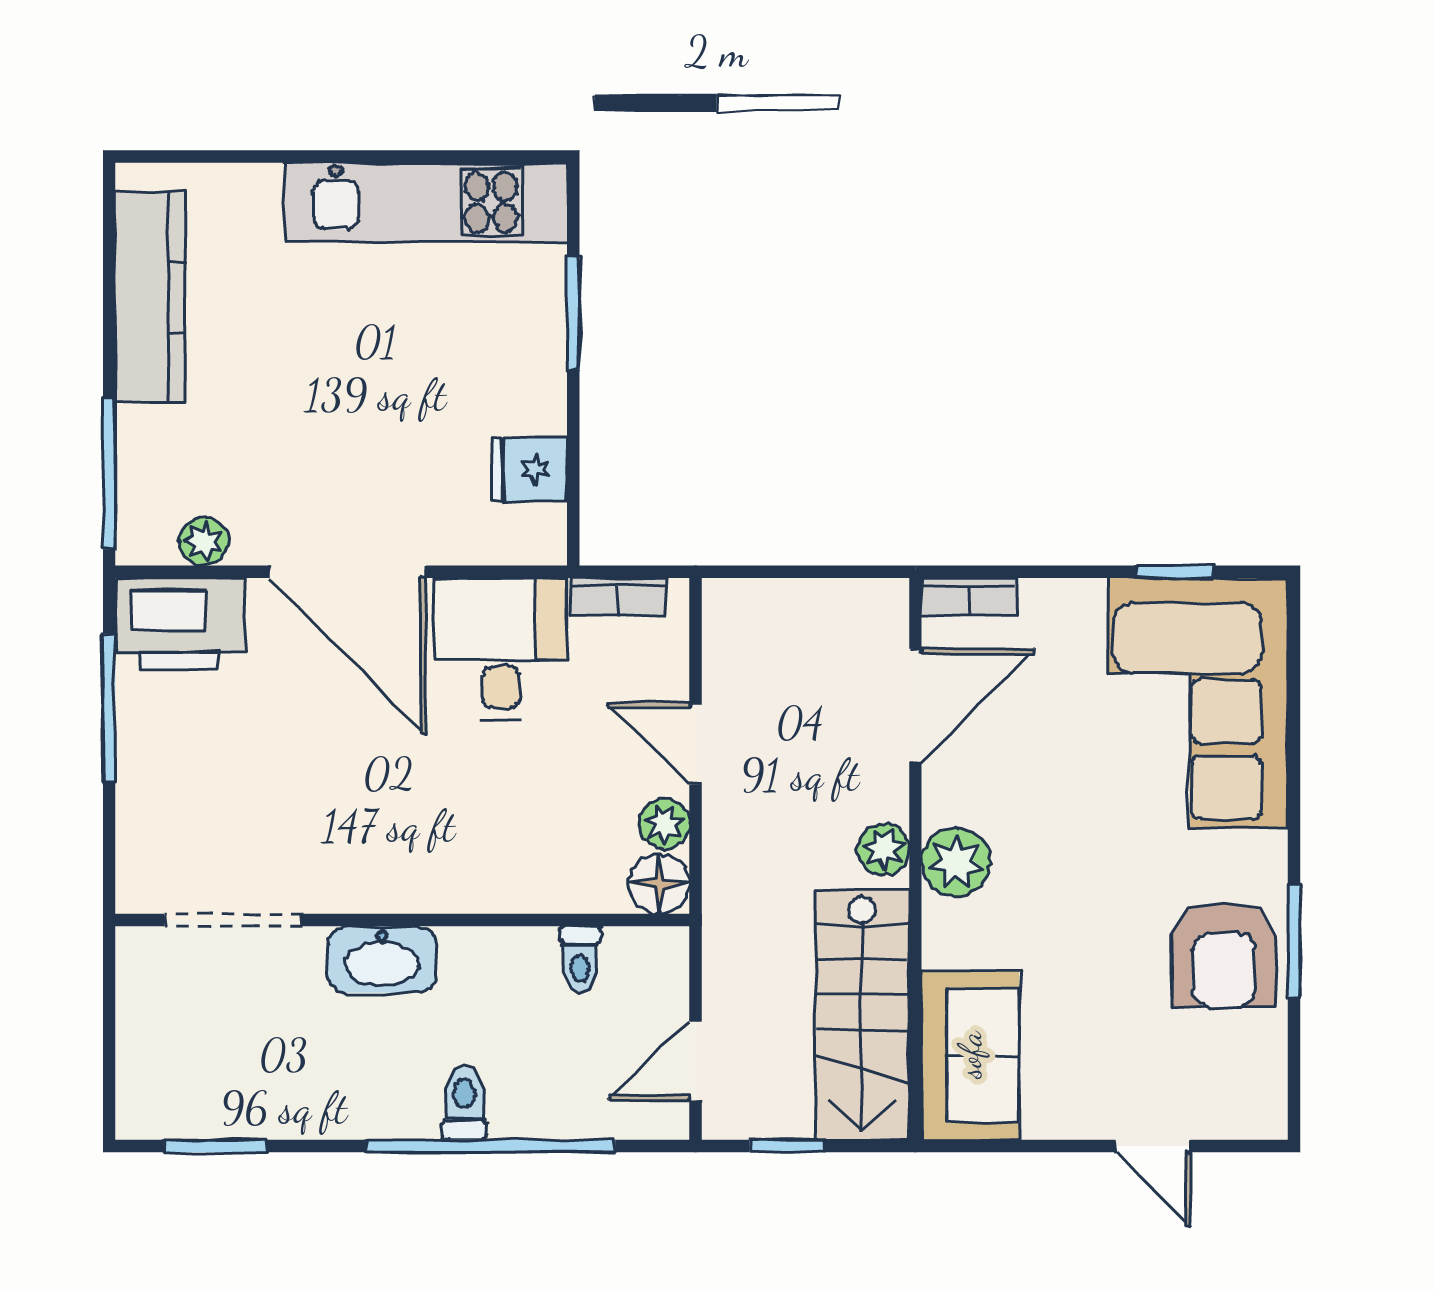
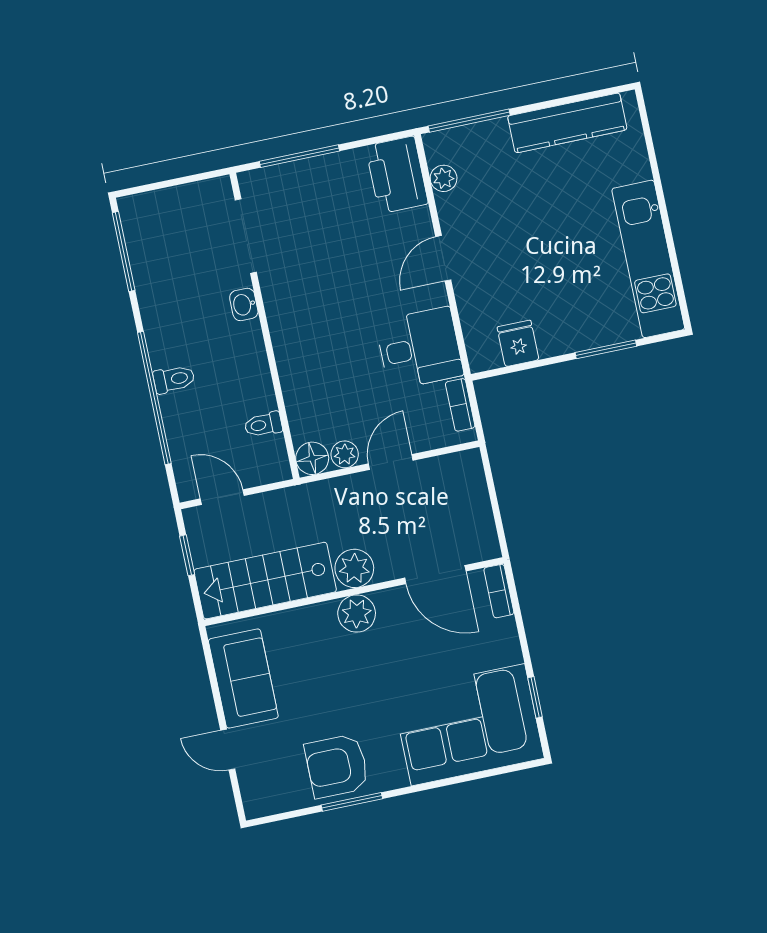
door: (348, 572) -> (443, 258), width x0.53
window: (109, 708) -> (299, 156), moved
plant: (883, 849) -> (354, 568), width x1.38, depth x1.38
washbasin: (382, 959) -> (244, 304), width x0.52, depth x0.69
sofa: (970, 1055) -> (243, 678), moved, turned -90
window: (215, 1146) -> (124, 252), width x1.44
door: (1153, 1146) -> (228, 750), hinge flipped

